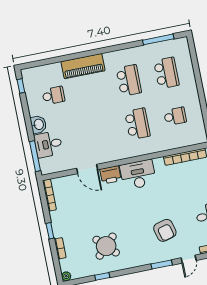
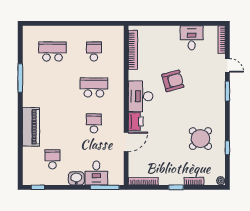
window: (158, 39) -> (20, 78), moved
school desk: (129, 80) -> (94, 123), moved, width x0.54
armchair: (165, 230) -> (173, 81), moved

